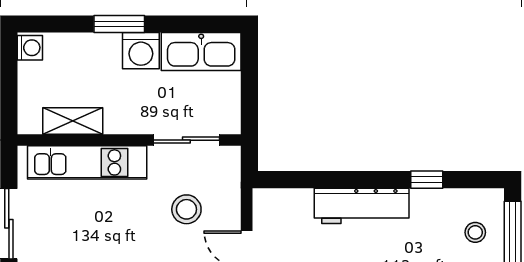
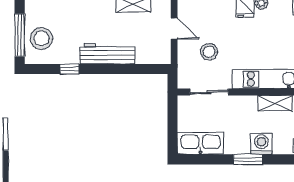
washing machine: (141, 51) -> (261, 144), moved
stool: (475, 232) -> (41, 38), width x1.89, depth x1.89

